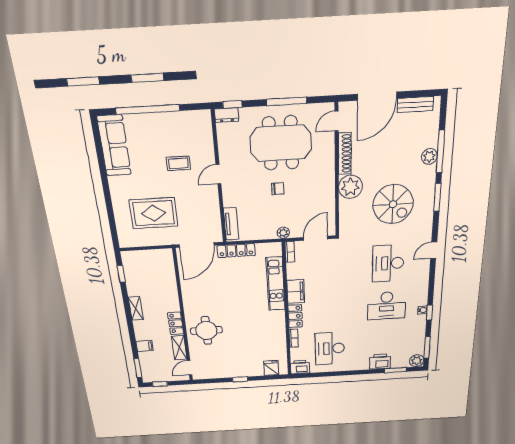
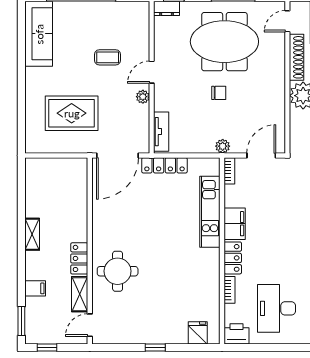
plant: (213, 196) -> (143, 97), added
window: (121, 274) -> (21, 187), removed

